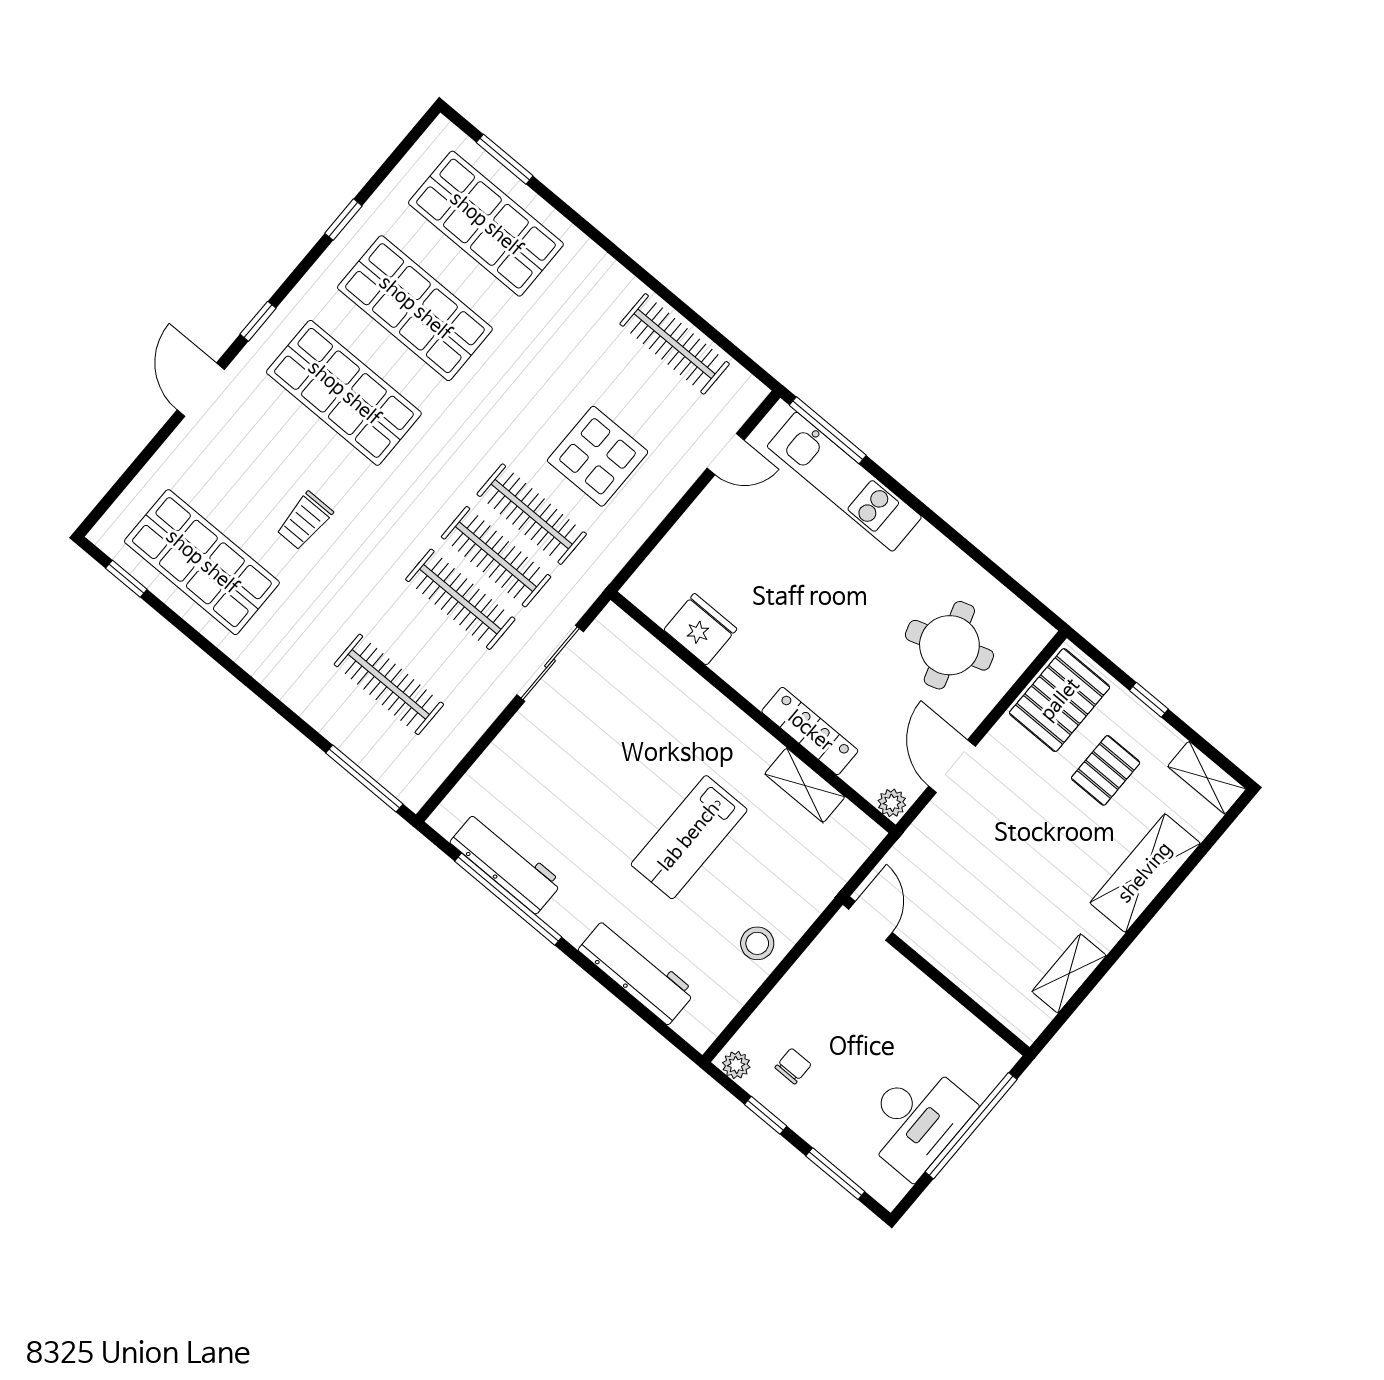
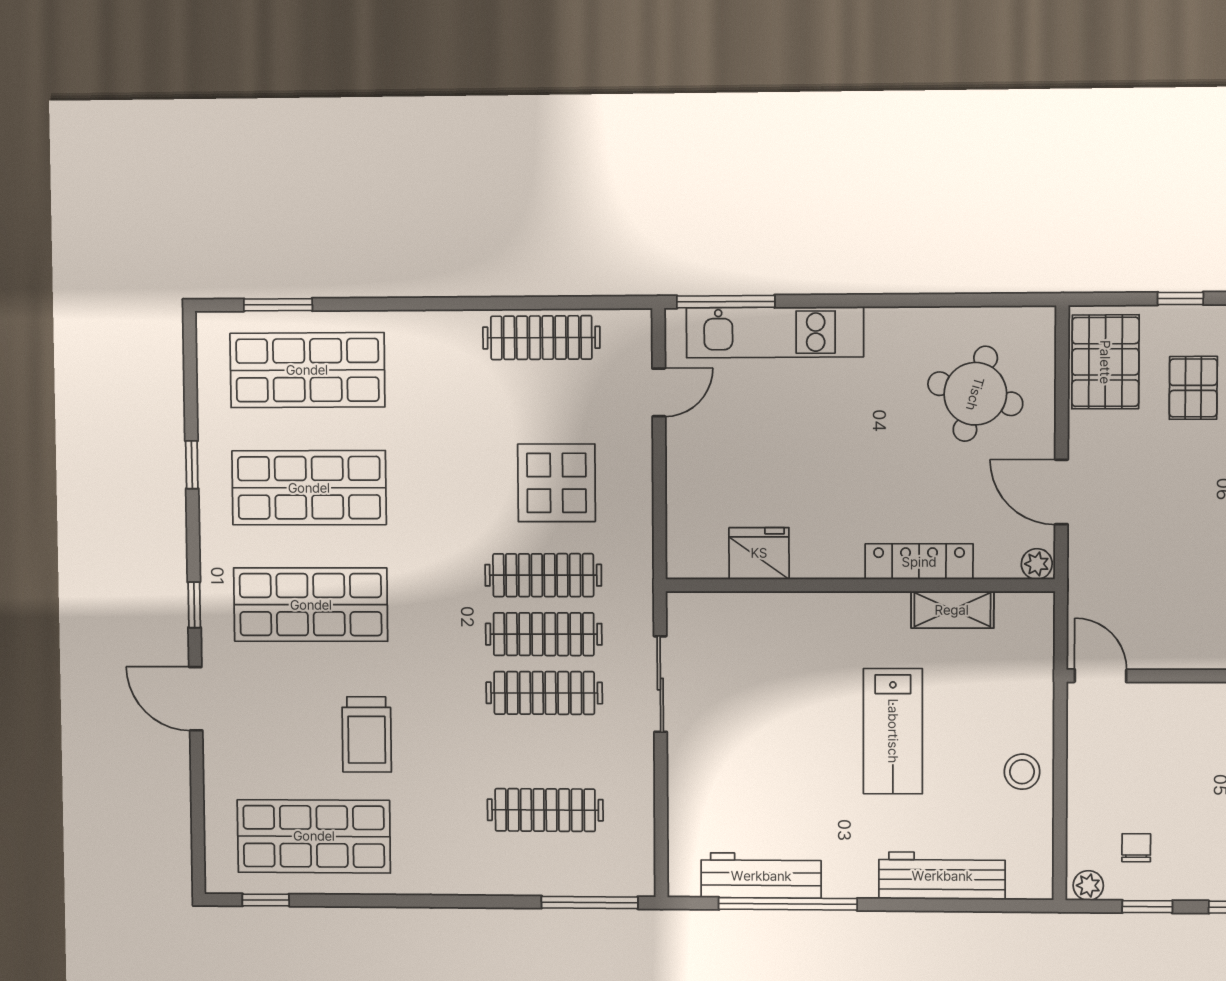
trolley: (305, 521) -> (367, 734), width x1.36, depth x1.39
round table: (949, 645) -> (975, 394), turned 34

